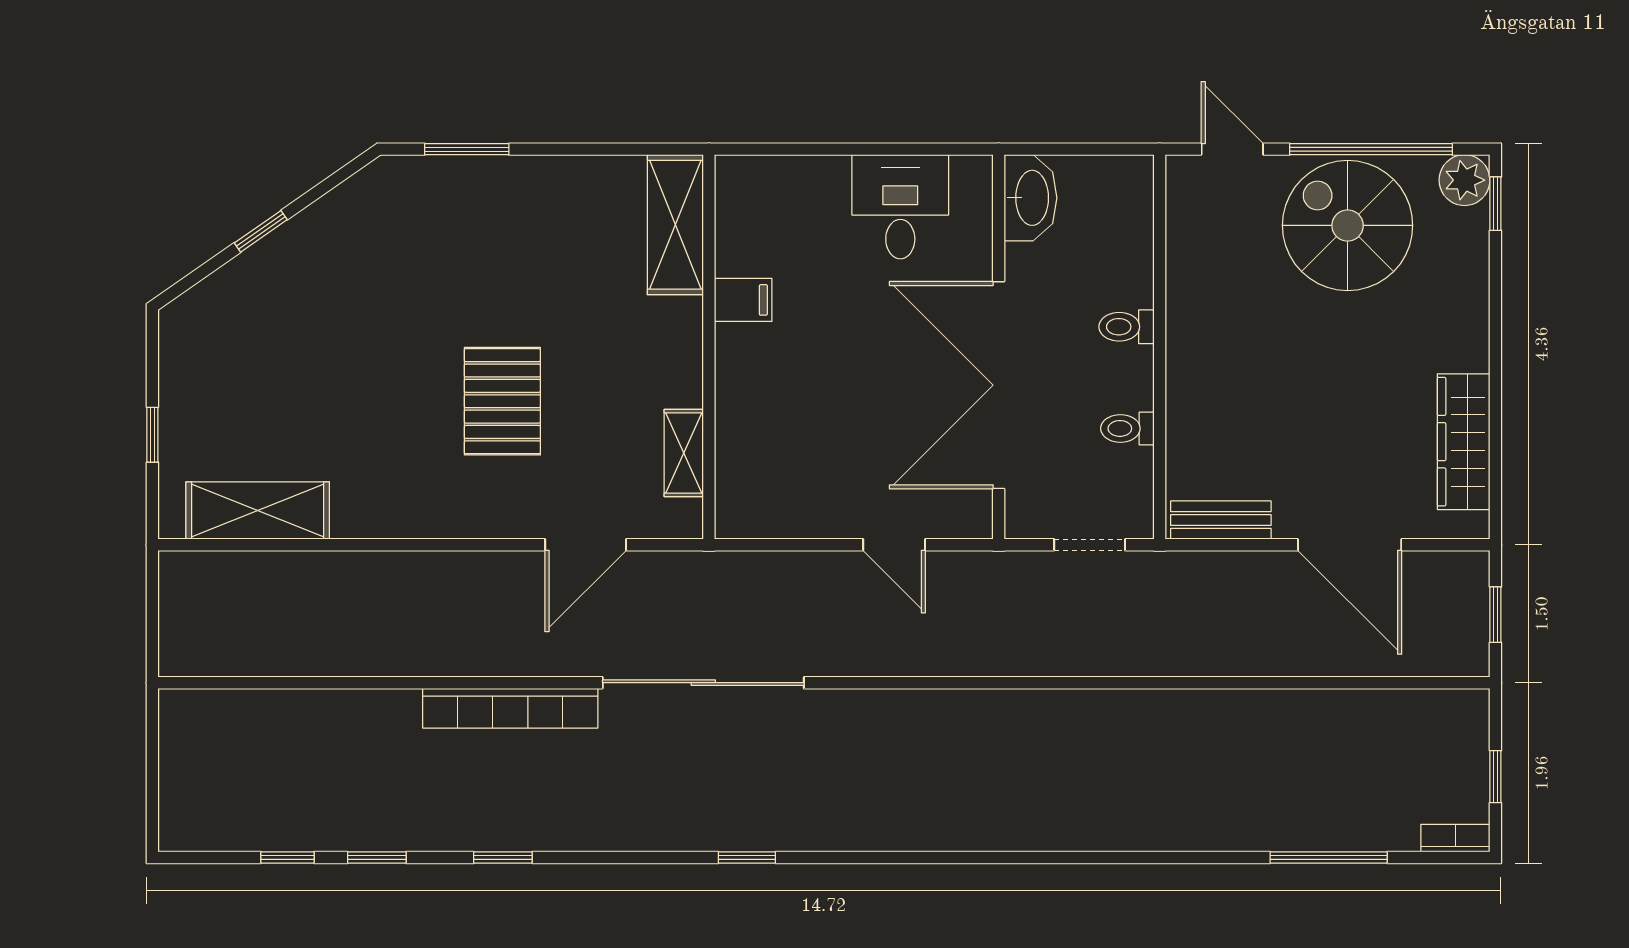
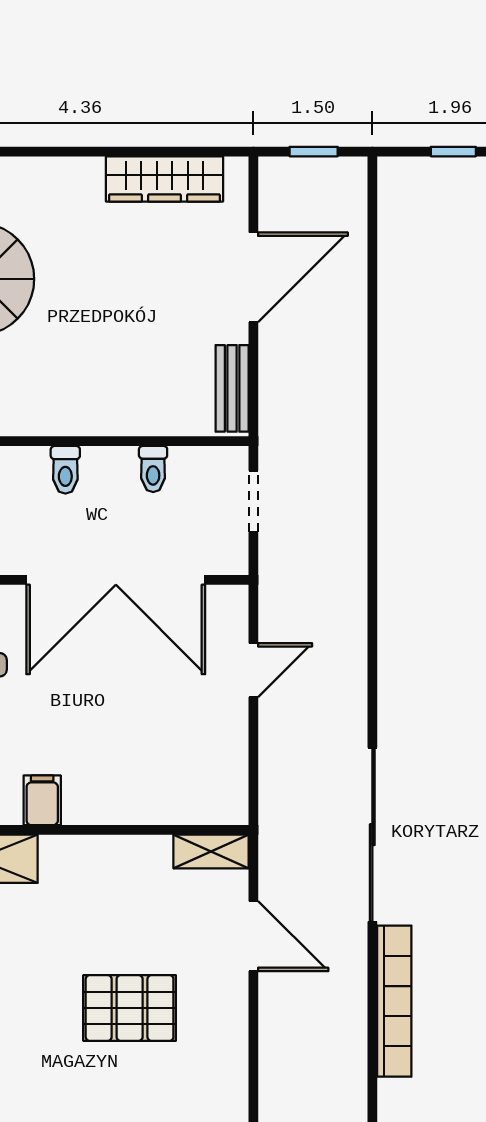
shelving: (684, 453) -> (211, 852), moved

